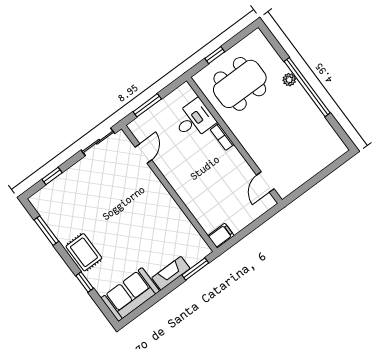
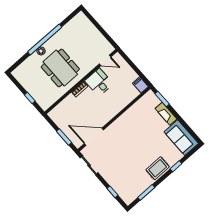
dining table: (240, 84) -> (60, 68), moved
desk: (194, 120) -> (99, 82), moved
door: (143, 153) -> (94, 137), width x1.87

